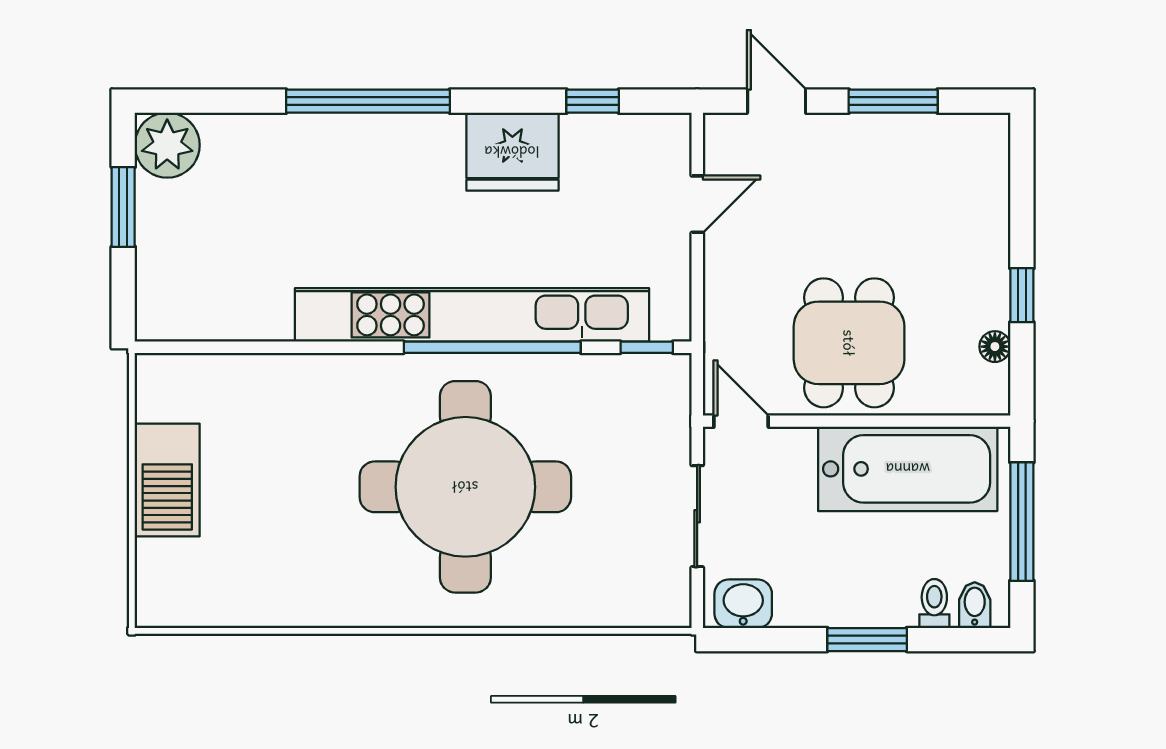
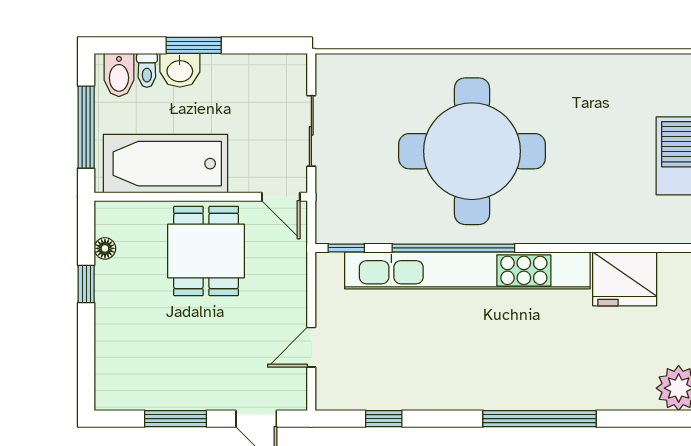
fridge: (512, 152) -> (625, 279), moved, turned 180
washbasin: (743, 604) -> (180, 70), moved
bidet: (975, 605) -> (119, 75), width x1.38, depth x1.36

